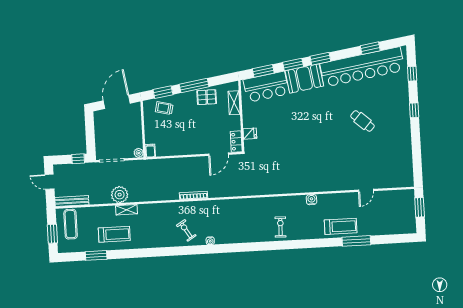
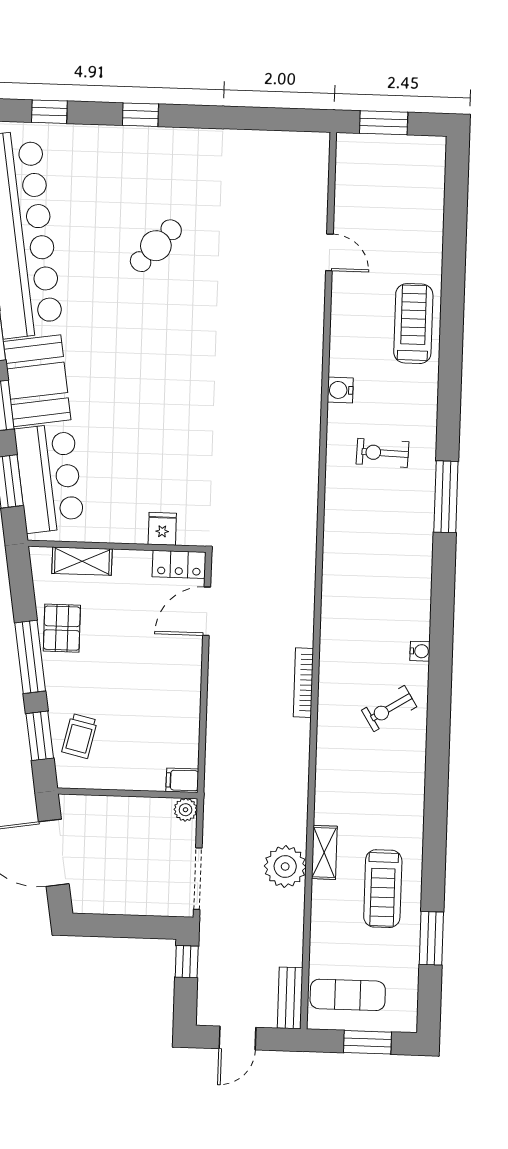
door: (219, 154) -> (207, 611), swing flipped
bench: (72, 201) -> (290, 998), width x0.73
exercise bike: (280, 227) -> (383, 453), moved
treadmill: (114, 234) -> (383, 889), turned 180
window: (356, 241) -> (446, 497), moved

